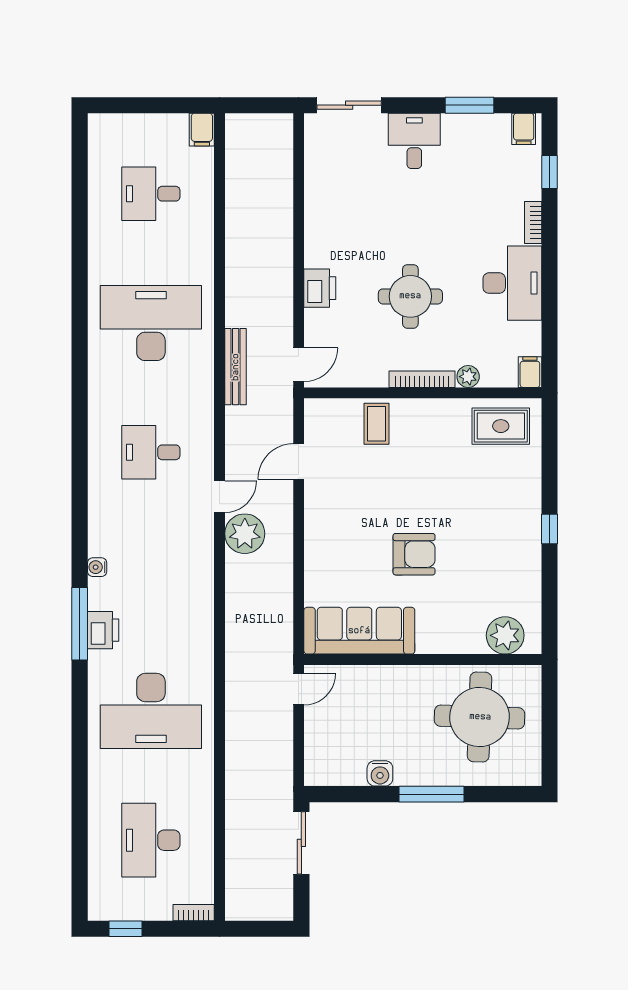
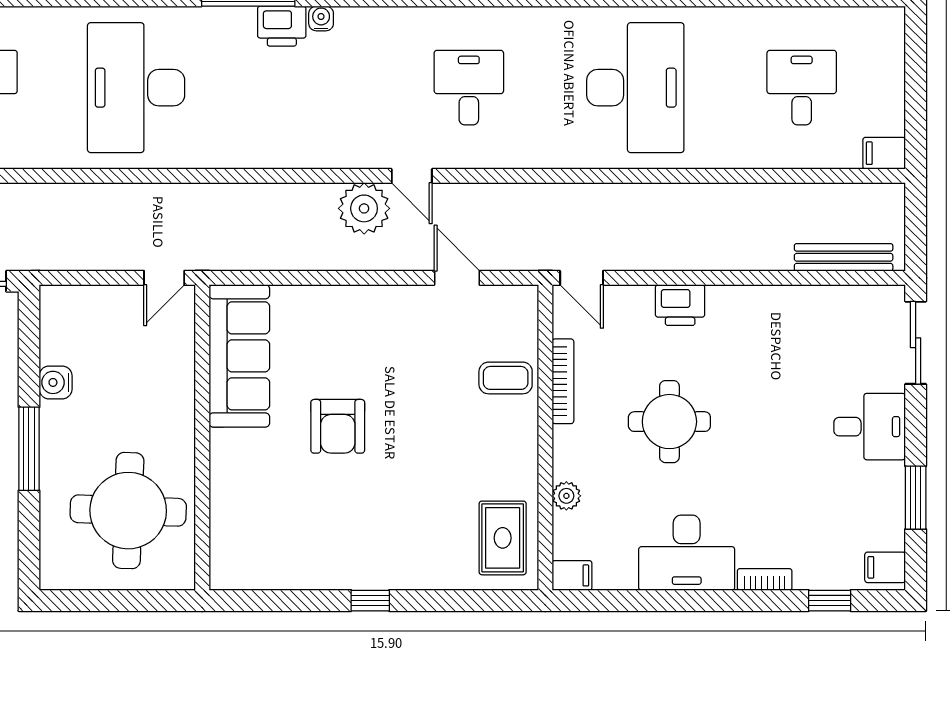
bench: (236, 367) -> (844, 257), moved
bookcase: (422, 379) -> (563, 381), moved
printer: (103, 630) -> (282, 26), moved
plant: (505, 635) -> (233, 544), removed
door: (299, 689) -> (164, 278), hinge flipped

